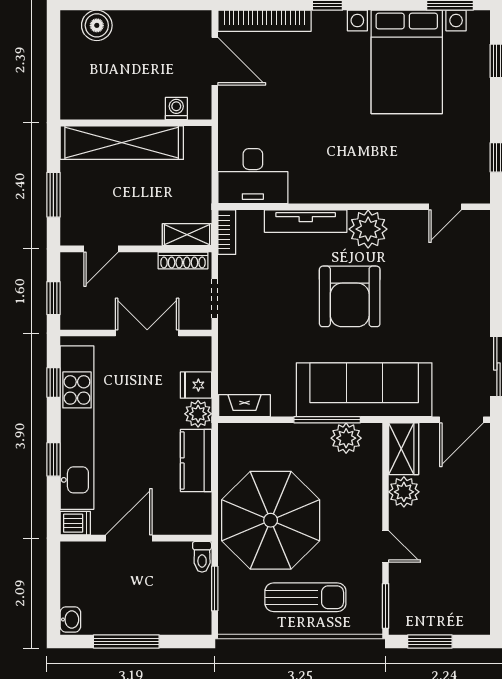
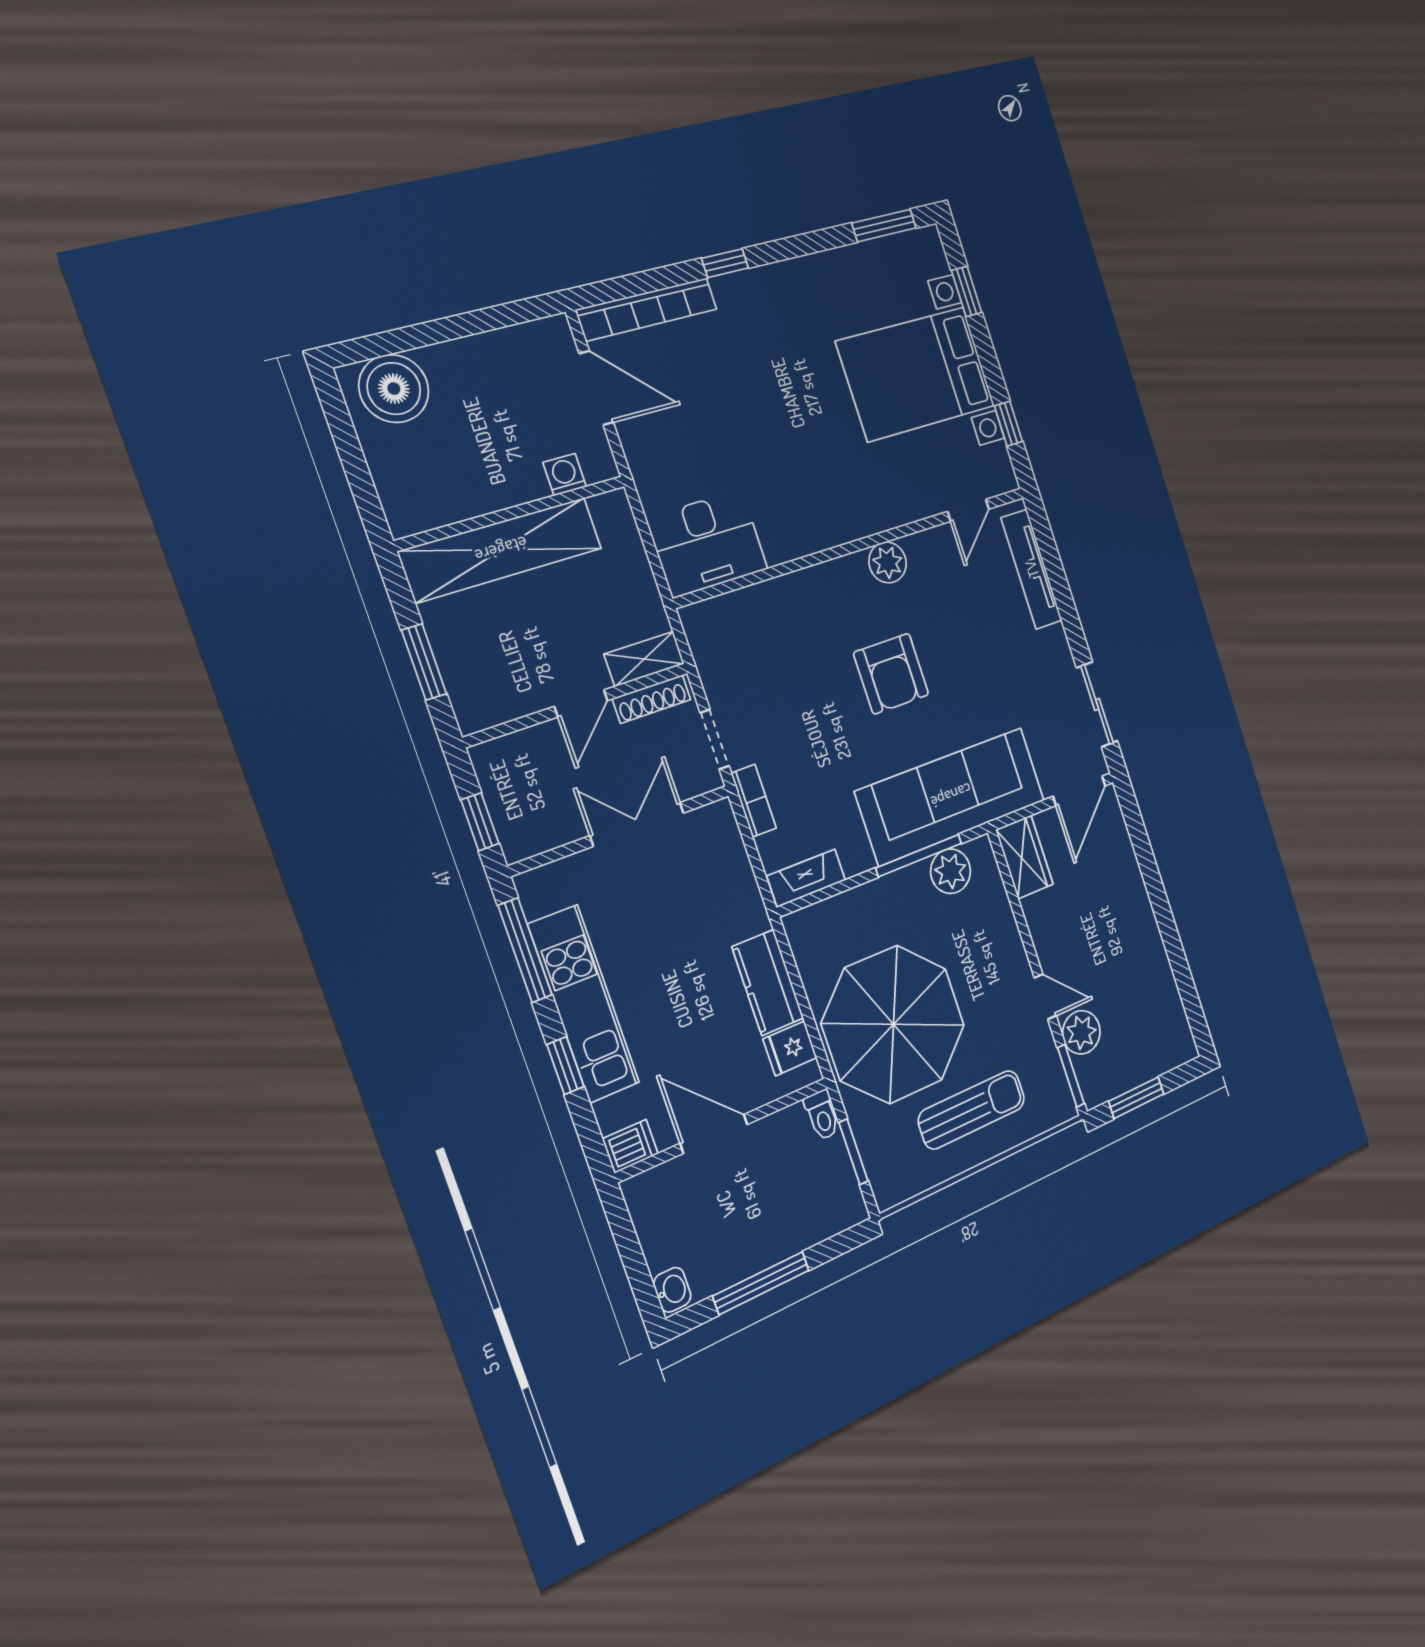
boiler: (97, 25) -> (394, 389), width x1.37, depth x1.37
bed with nightstands: (407, 62) -> (916, 374), moved, turned 90
tv unit: (306, 221) -> (1032, 569), moved, turned 90
plant: (368, 229) -> (888, 562), width x0.73, depth x0.73
bookcase: (227, 232) -> (754, 801), moved
door: (101, 249) -> (581, 703), moved
armchair: (350, 296) -> (891, 674), width x0.73, depth x0.73
window: (53, 383) -> (525, 950), width x2.17
fridge: (196, 385) -> (790, 1048), moved
plant: (198, 414) -> (748, 915), removed
kitchen unit: (77, 428) -> (584, 1004), width x0.73
plant: (404, 492) -> (1081, 1032), moved
door: (129, 538) -> (714, 1134), hinge flipped

